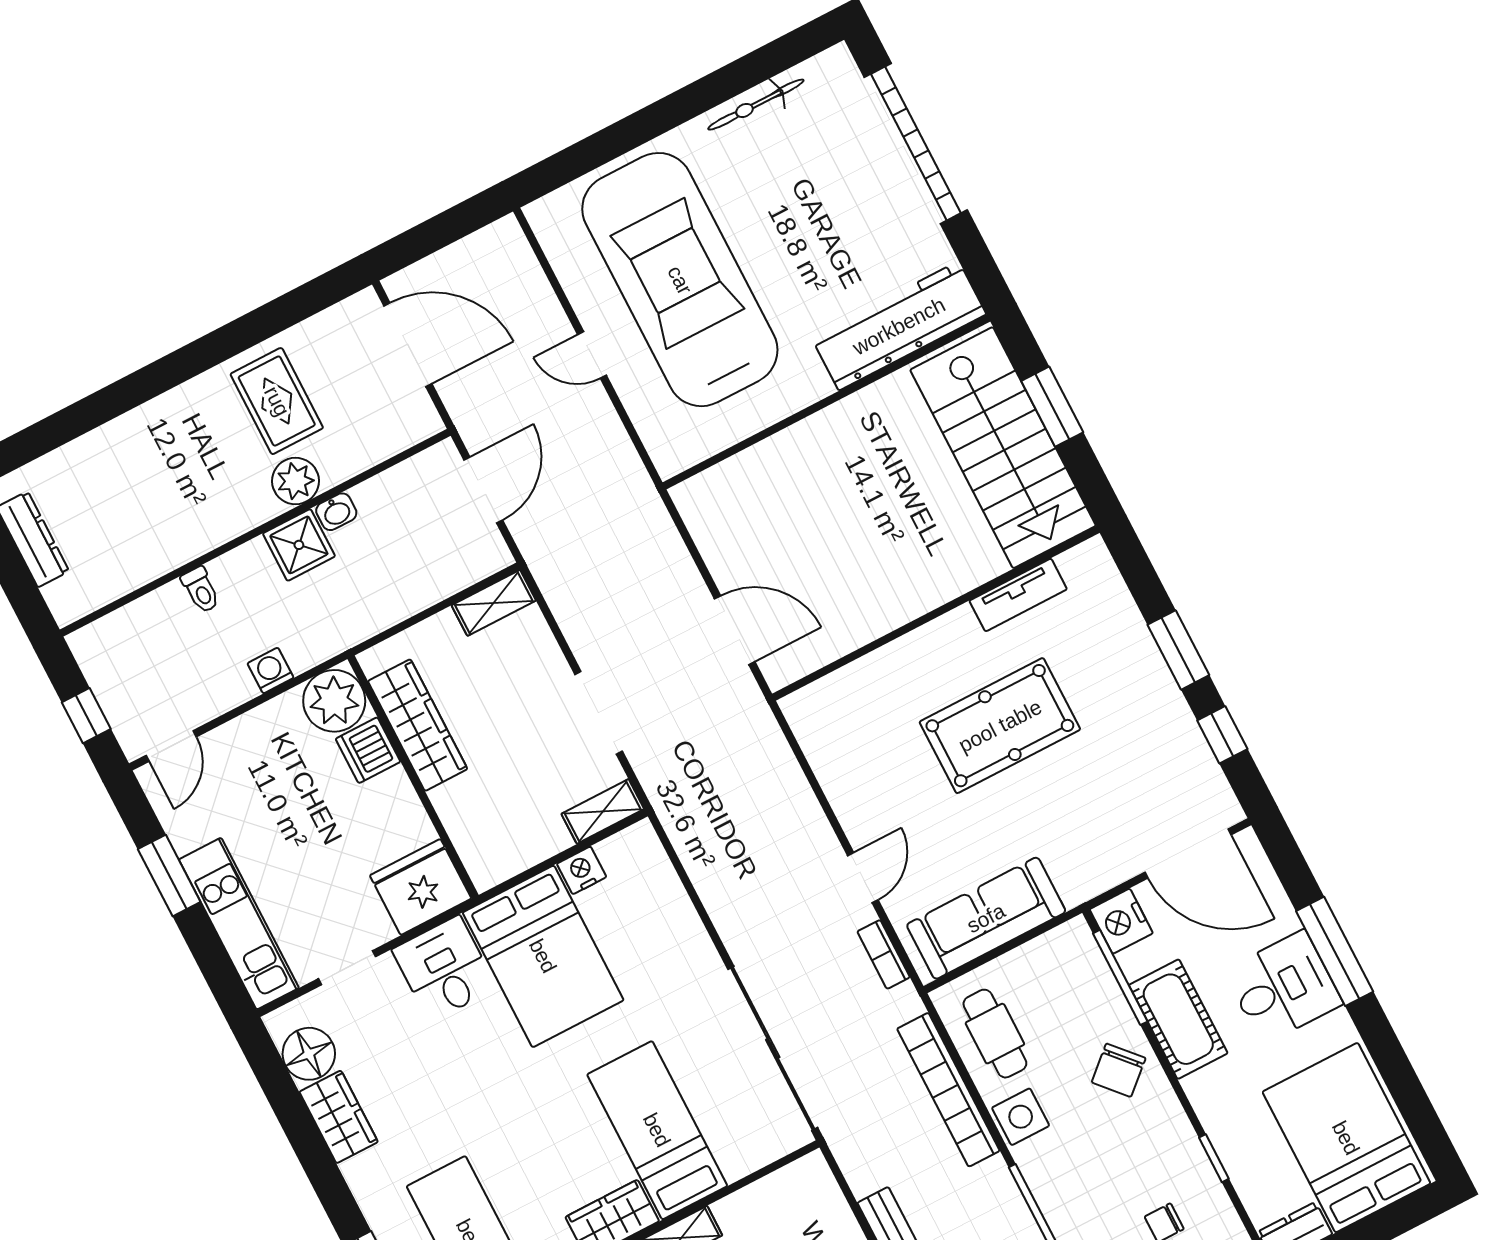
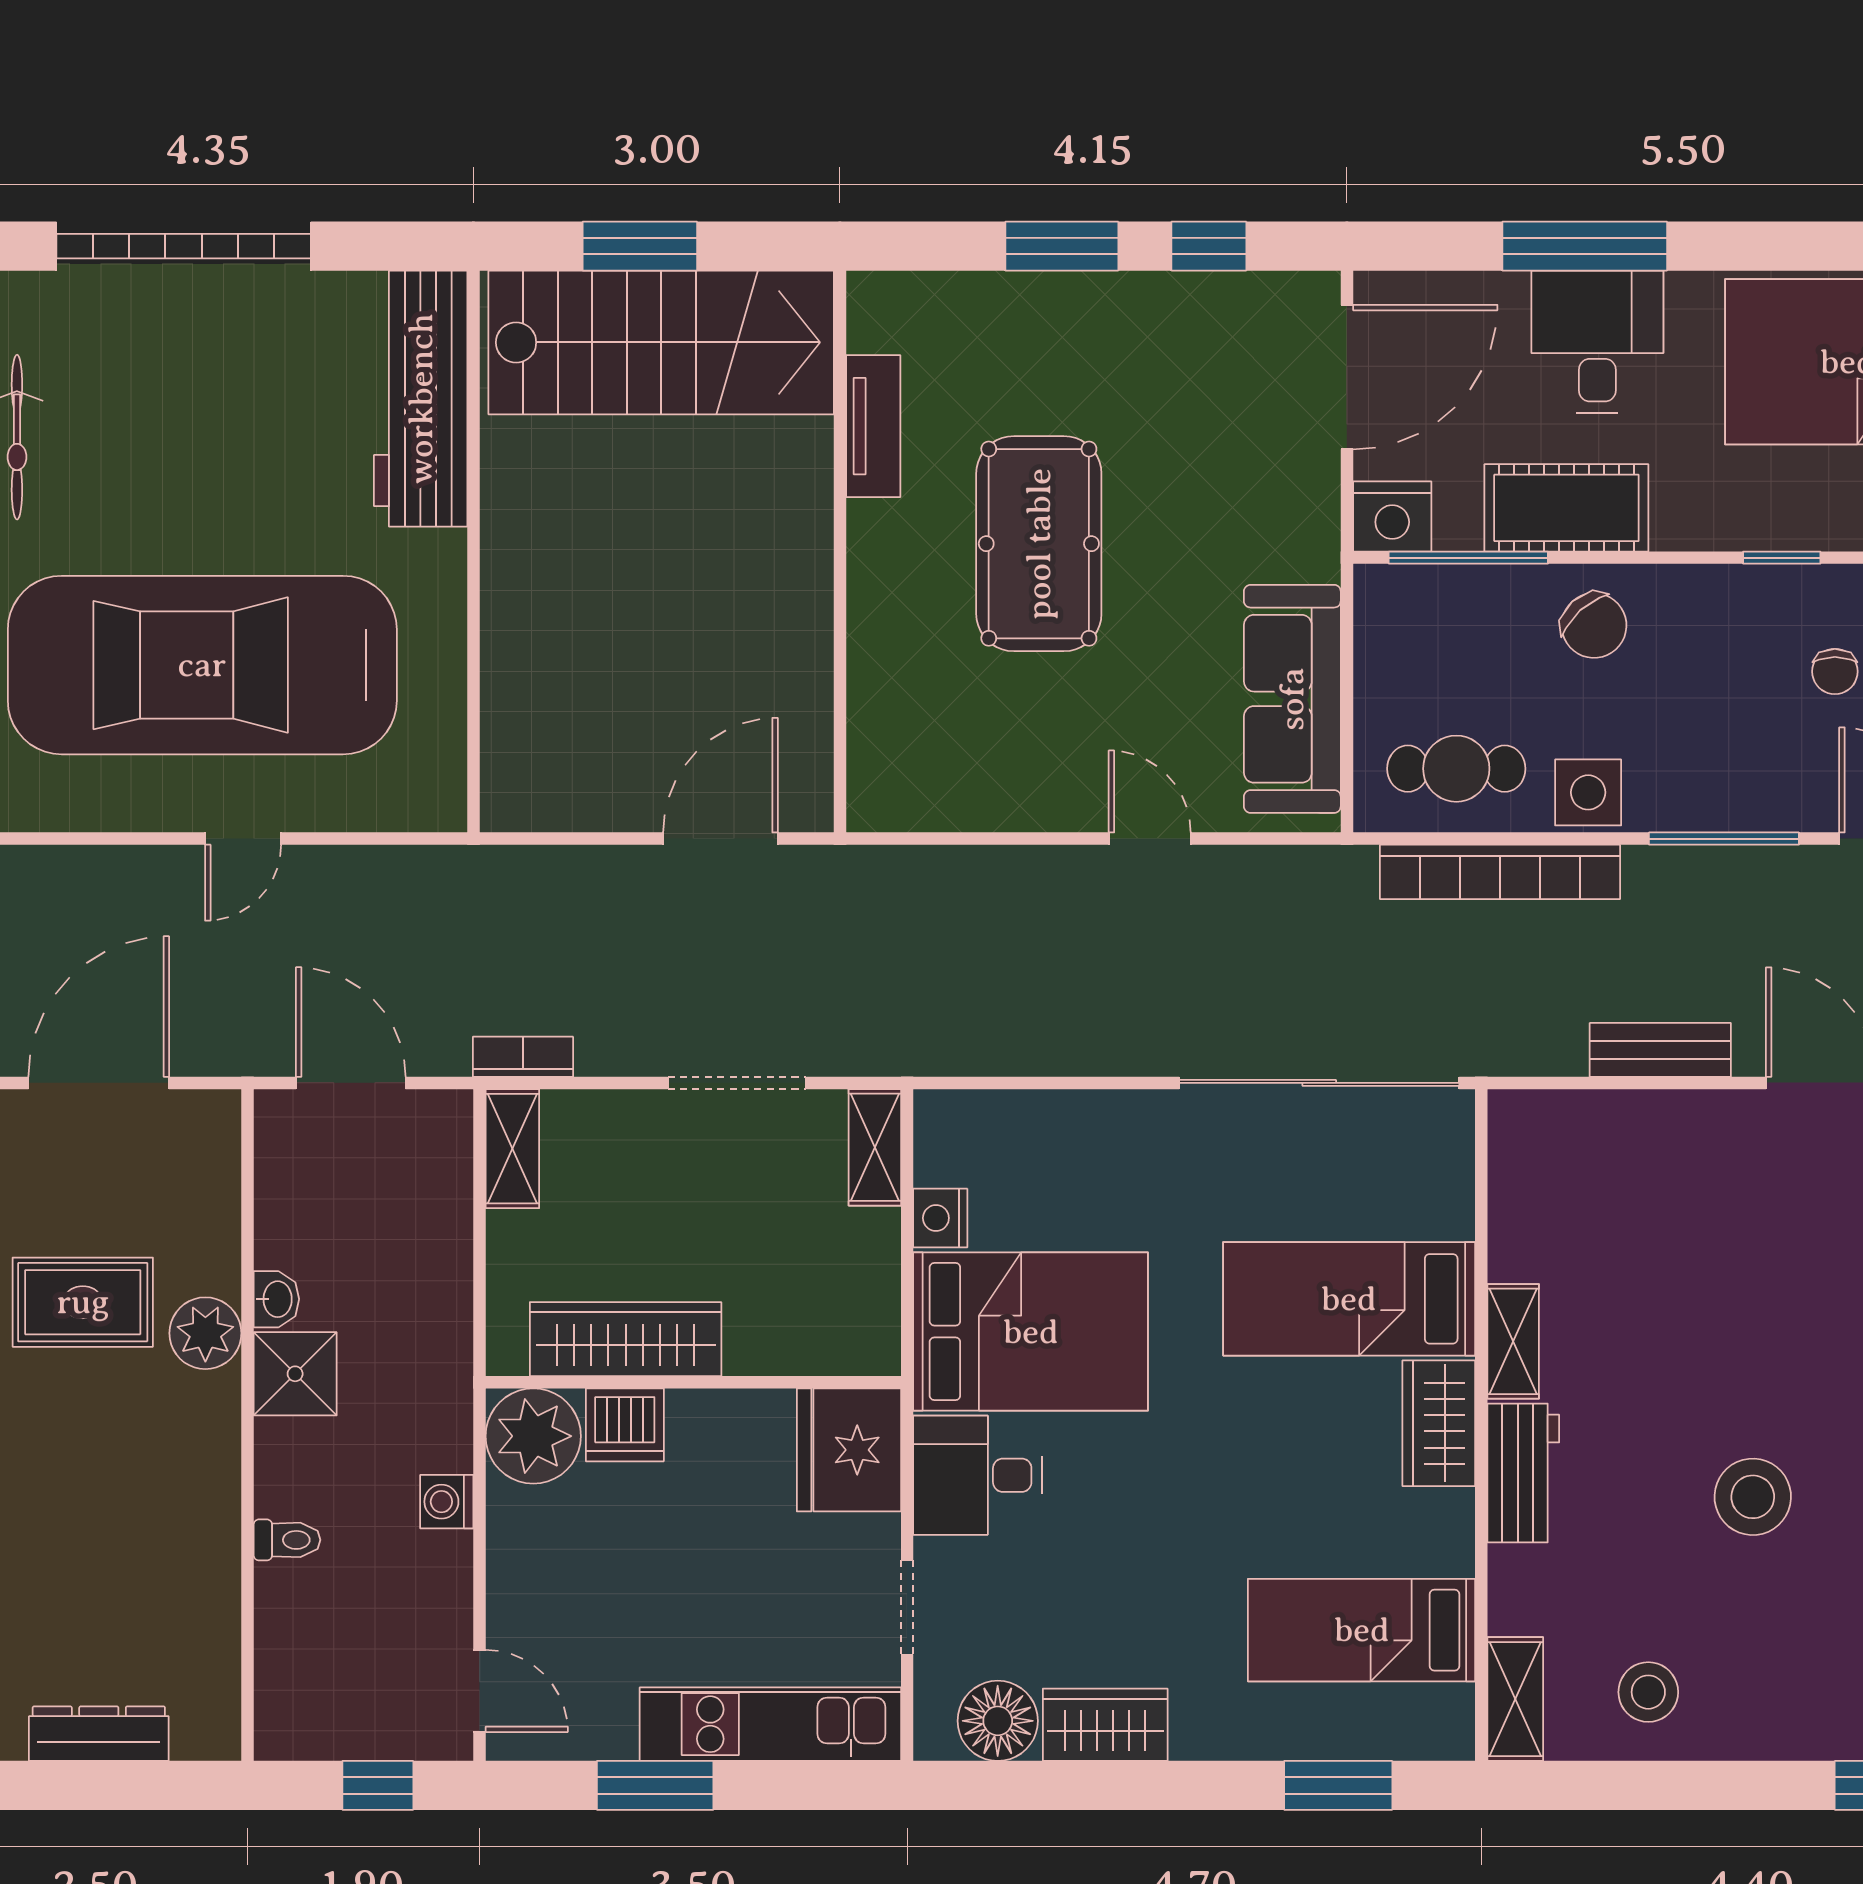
bookcase: (884, 954) -> (523, 1057), moved, turned 180

